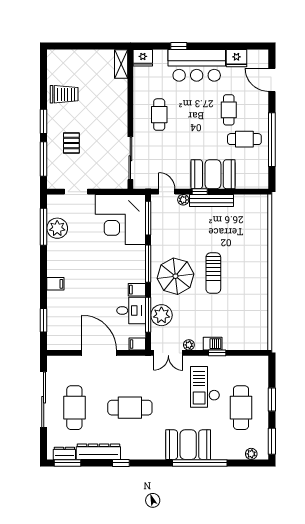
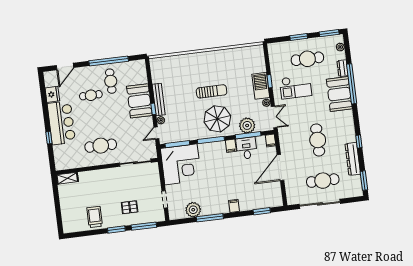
fridge: (143, 58) -> (61, 163), removed
cafe table: (159, 115) -> (101, 146), width x1.37, depth x1.35
window: (44, 227) -> (210, 218), moved
barbecue: (213, 344) -> (261, 86), width x1.88, depth x1.53
dresser: (64, 453) -> (343, 68), moved

